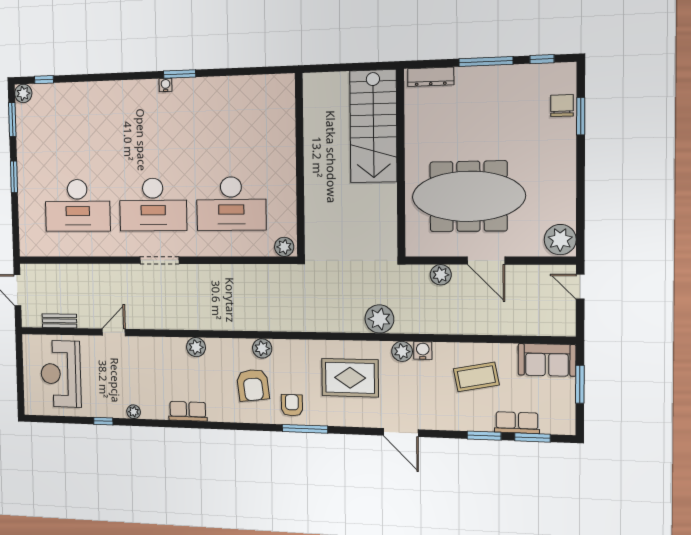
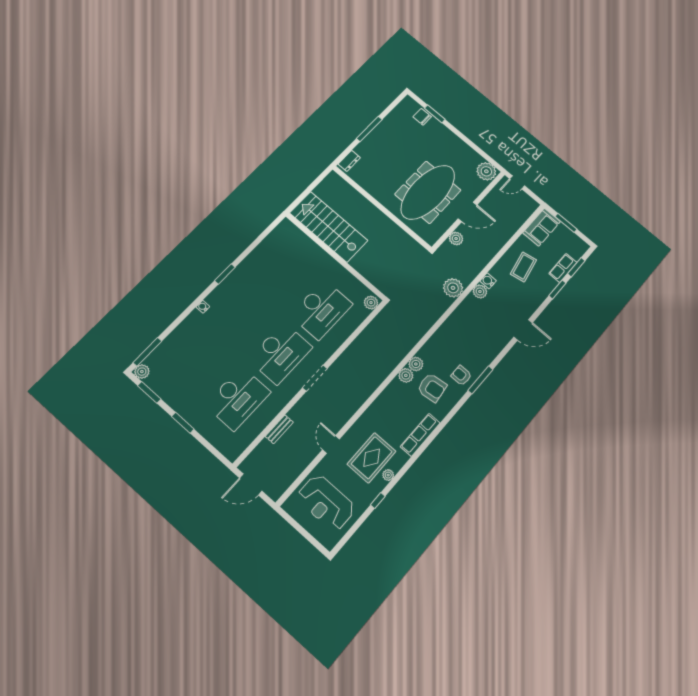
window: (542, 59) -> (392, 106), removed
dresser: (431, 77) -> (349, 161), width x0.70
window: (44, 80) -> (147, 352), width x2.17
water cooler: (166, 85) -> (203, 307), moved
stairs: (373, 126) -> (329, 227), moved, turned 180
bench: (59, 321) -> (279, 429), moved
plant: (196, 347) -> (406, 375), moved
rug: (350, 378) -> (372, 458), moved
row of seats: (188, 411) -> (420, 435), width x1.48

